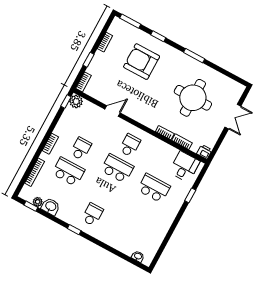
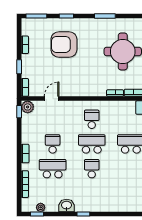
door: (112, 111) -> (52, 99), moved
washbasin: (51, 206) -> (67, 205), moved
school desk: (92, 214) -> (92, 169), moved

